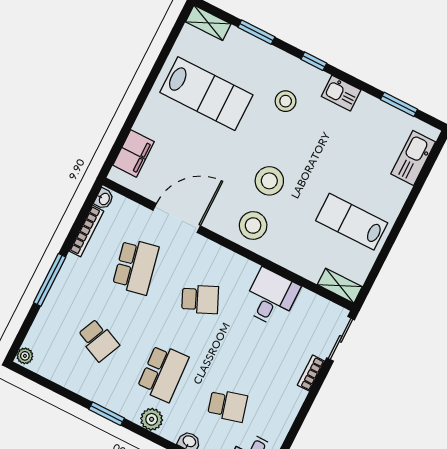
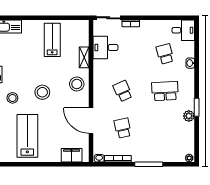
stool: (269, 181) -> (42, 92), moved
lab bench: (352, 222) -> (52, 40), turned 180
school desk: (136, 267) -> (123, 128), width x0.54
shelving: (340, 286) -> (84, 57), moved
desk: (271, 298) -> (105, 47), moved
school desk: (98, 340) -> (165, 128), removed
plant: (152, 419) -> (189, 116), moved

